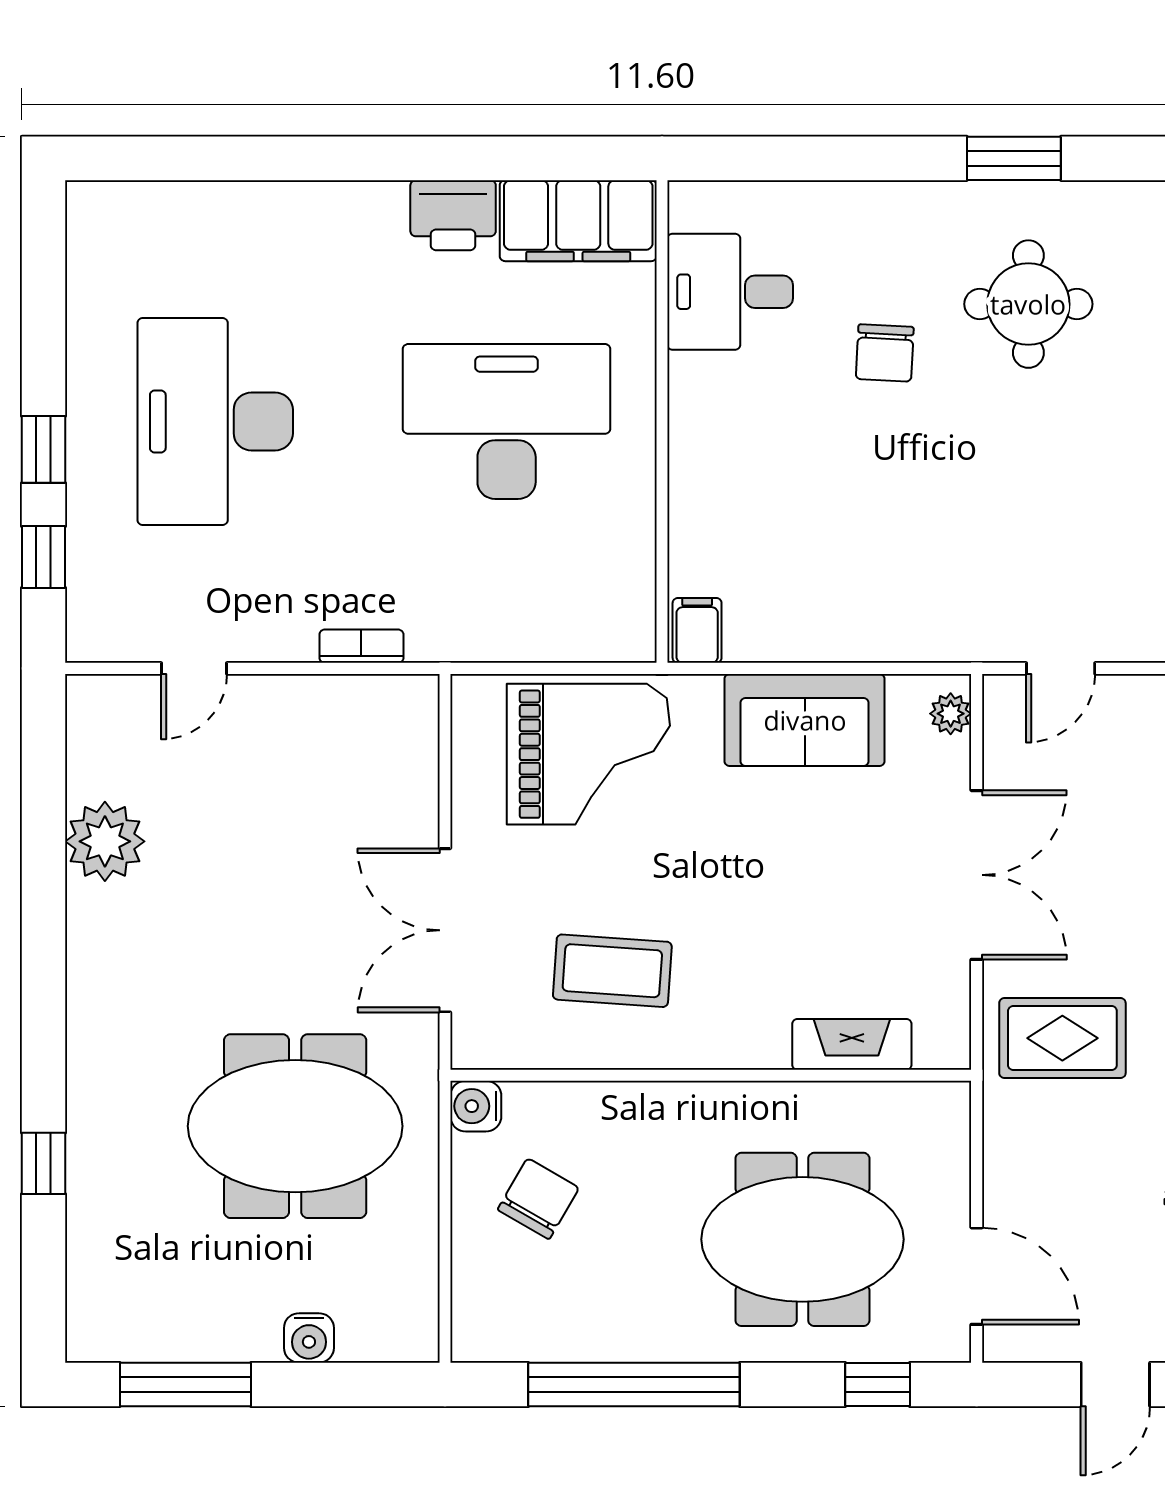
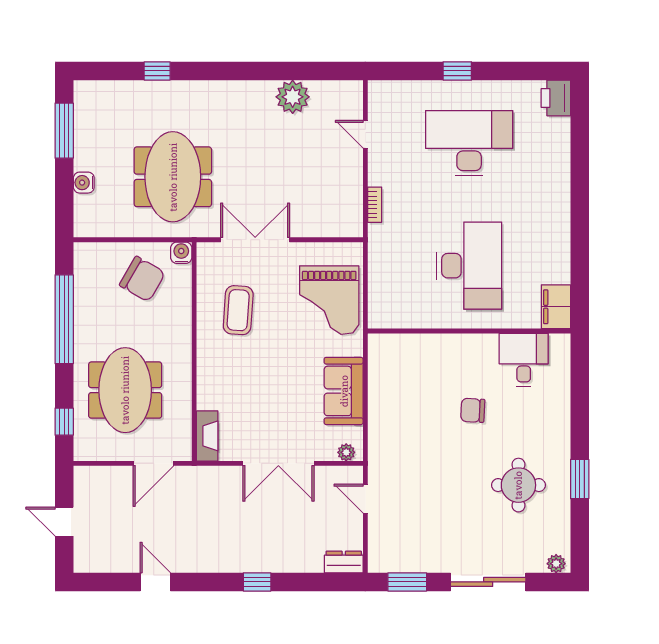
printer: (453, 215) -> (556, 98), moved
filing cabinet: (578, 221) -> (556, 307), width x0.67, depth x0.86
chair: (885, 353) -> (473, 410), moved
window: (43, 557) -> (412, 71), removed
filing cabinet: (697, 630) -> (381, 346), removed
rug: (1062, 1038) -> (210, 499), removed
fireplace: (852, 1044) -> (207, 436), moved
chair: (538, 1199) -> (142, 279), width x1.37, depth x1.37
door: (977, 1276) -> (153, 463), moved

